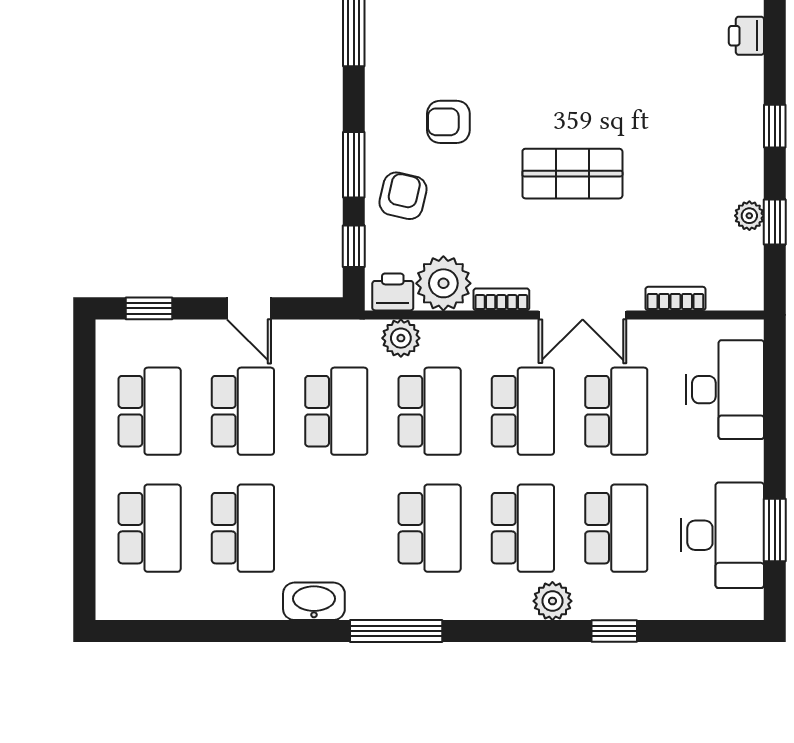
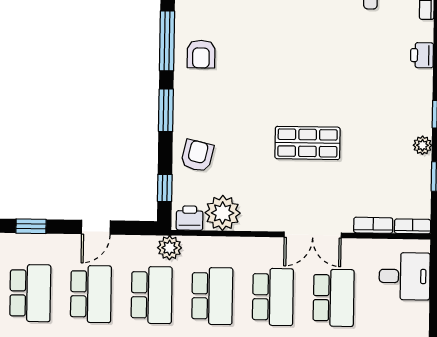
armchair: (448, 122) -> (201, 54), moved, turned -90
window: (354, 165) -> (166, 110), moved
plant: (749, 216) -> (422, 145), moved
bookcase: (501, 299) -> (413, 226), moved
door: (249, 308) -> (96, 227), hinge flipped
plant: (401, 338) -> (170, 248), moved
desk: (725, 390) -> (405, 276), width x0.73

